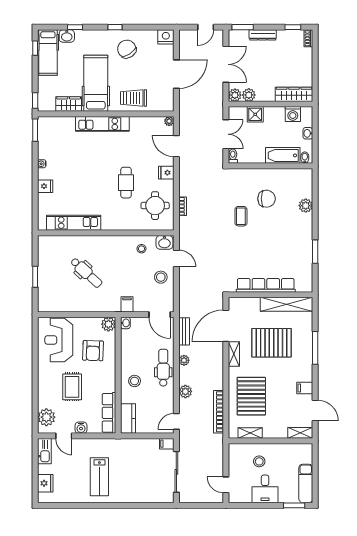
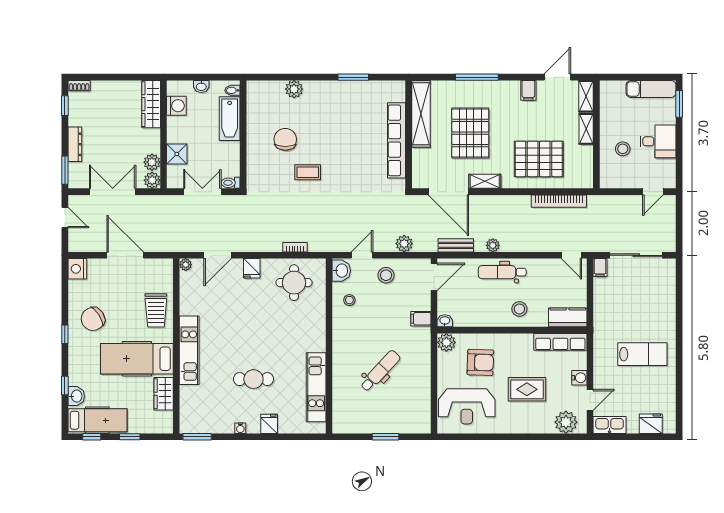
window: (35, 101) -> (130, 437), moved
cafe table: (126, 183) -> (253, 379), moved
plant: (185, 391) -> (404, 244), moved
shelving: (250, 433) -> (586, 129), moved

